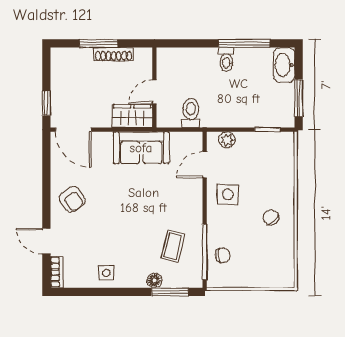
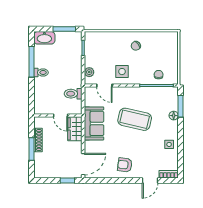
armchair: (72, 199) -> (125, 165), turned -138
coffee table: (173, 246) -> (135, 119), moved, width x1.86, depth x1.72

